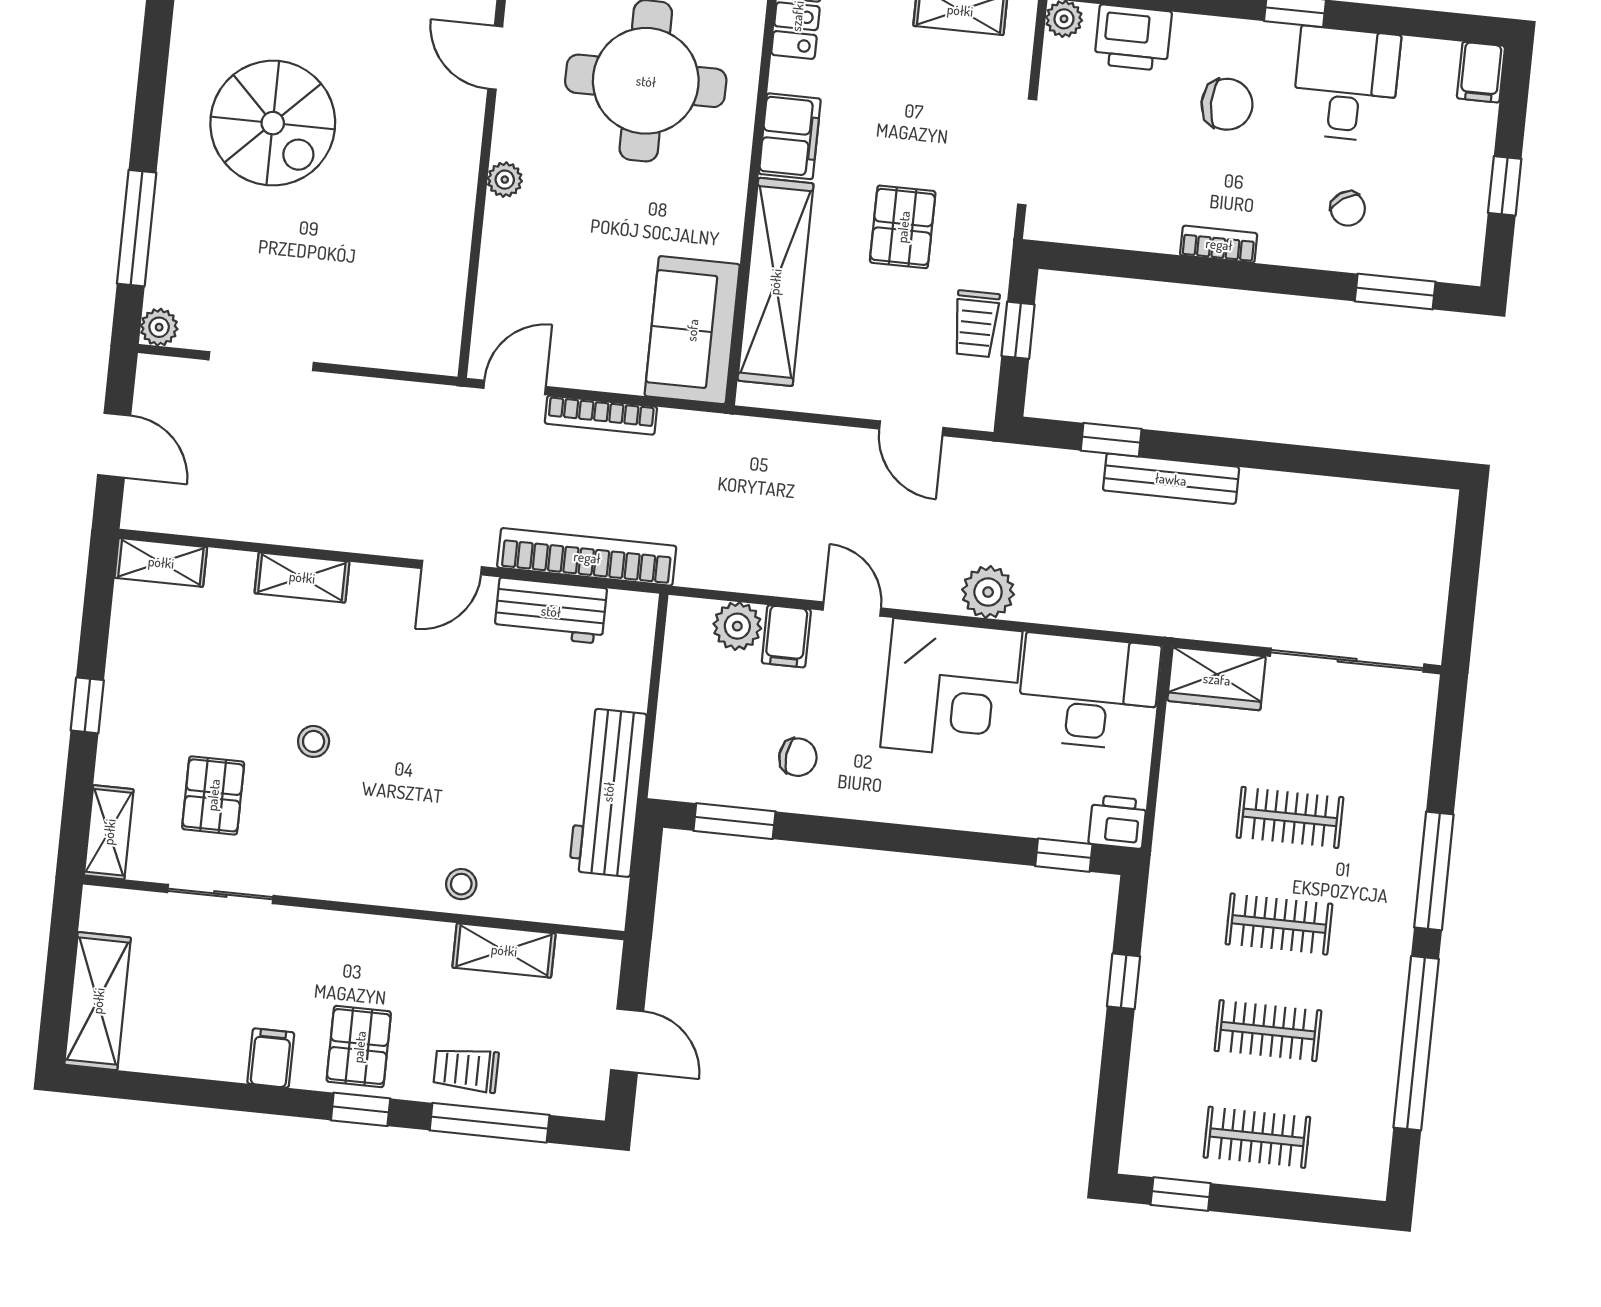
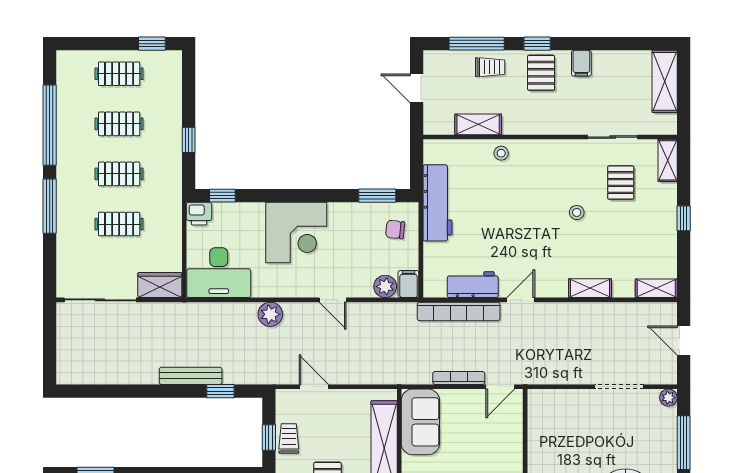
filing cabinet: (786, 636) -> (408, 284), moved
corner desk: (951, 689) -> (296, 233), moved, turned 180
chair: (798, 757) -> (395, 230), moved

